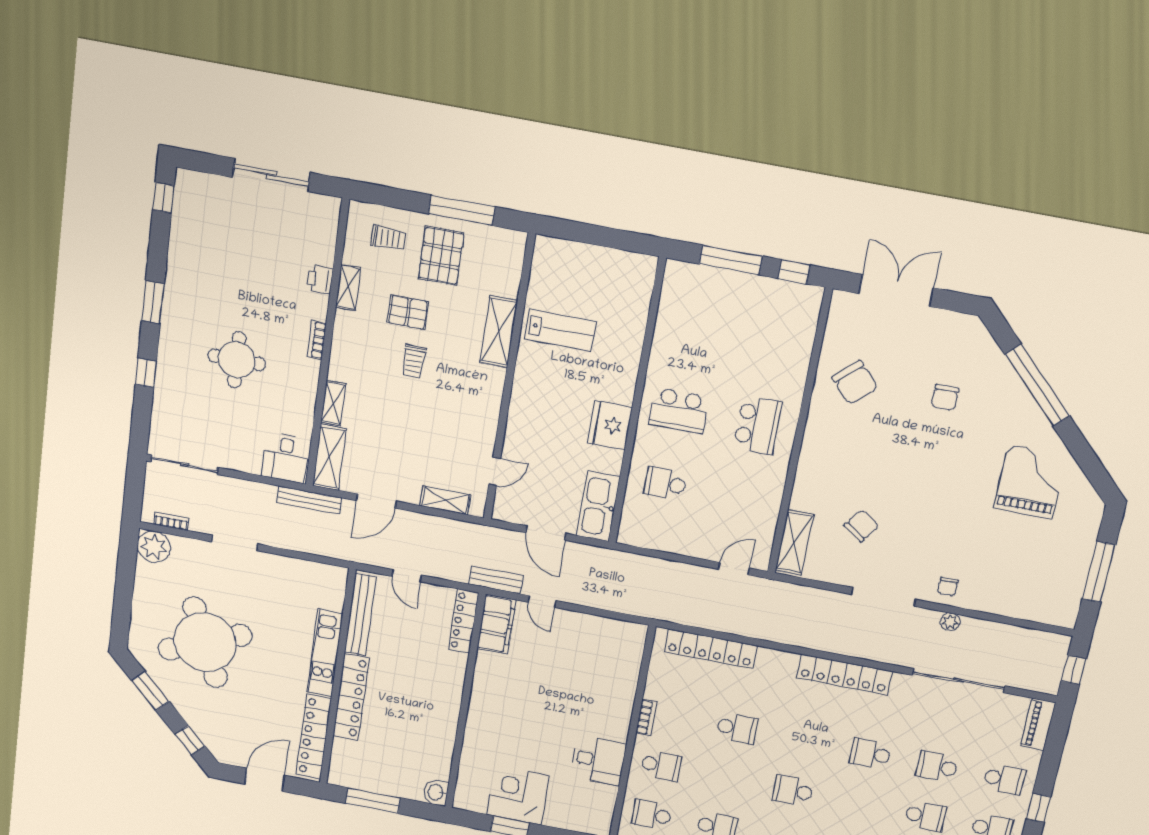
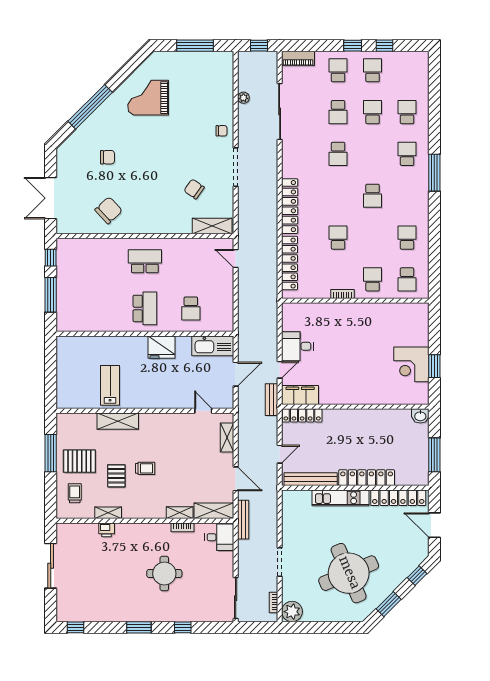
bookcase: (317, 340) -> (182, 527), moved
plant: (950, 622) -> (243, 98), moved
locker: (844, 674) -> (290, 206), moved
desk: (598, 760) -> (297, 346), moved, turned -90

